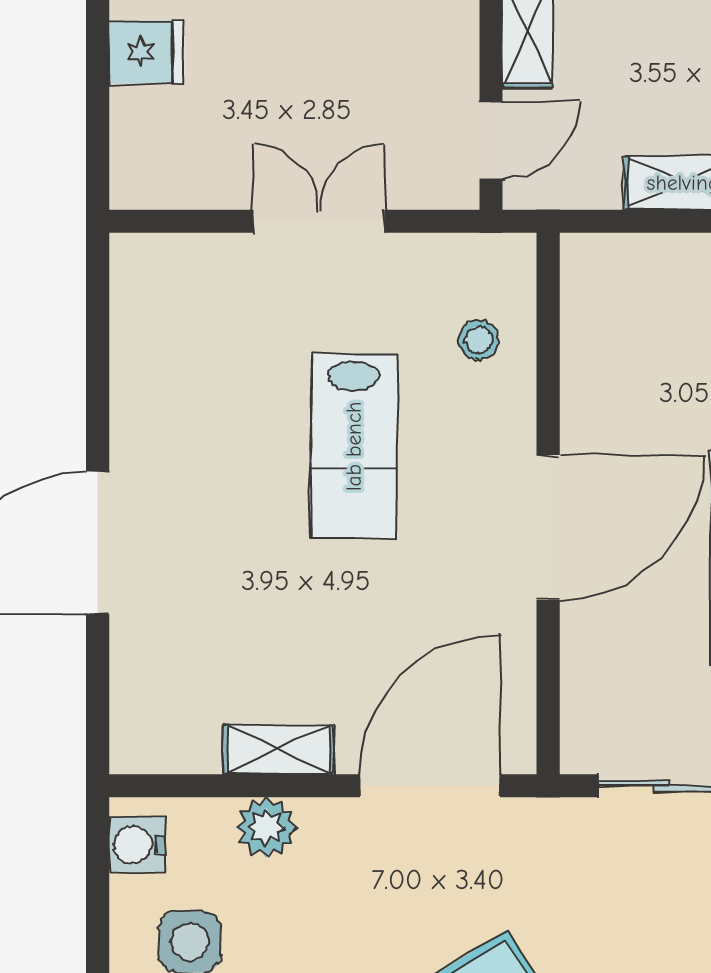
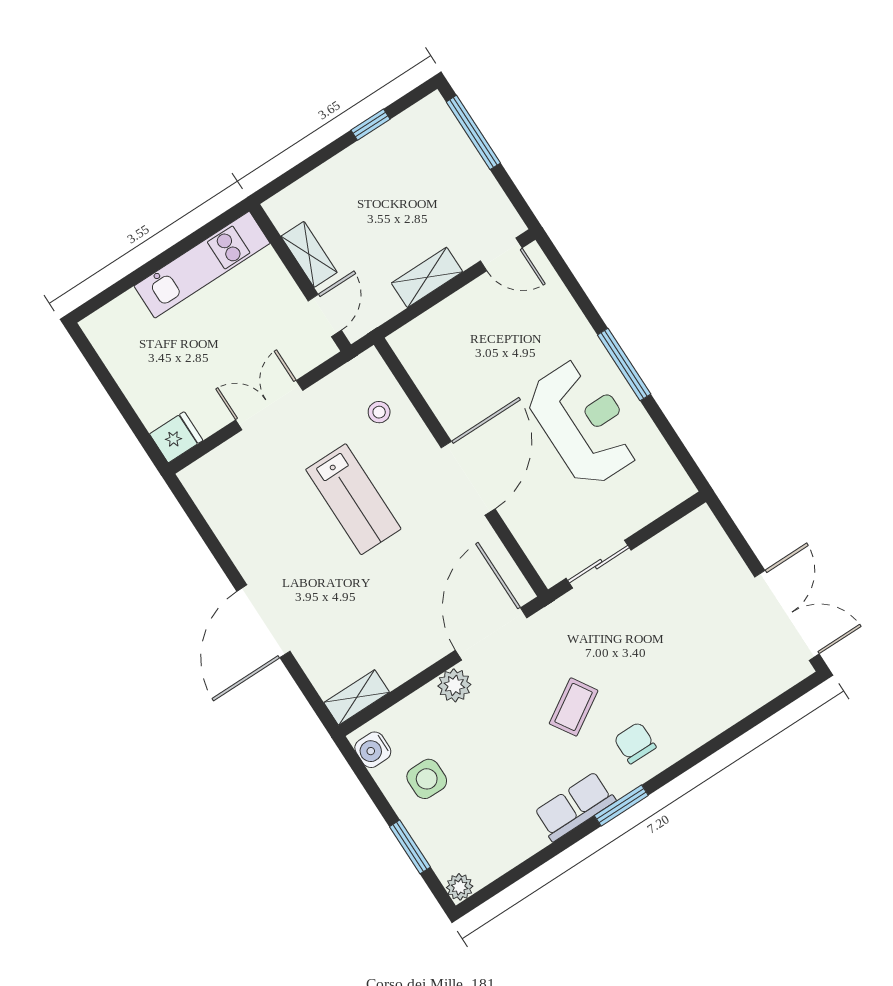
fridge: (147, 52) -> (176, 437), moved
shelving: (279, 750) -> (357, 697), moved
plant: (266, 827) -> (454, 685), moved

